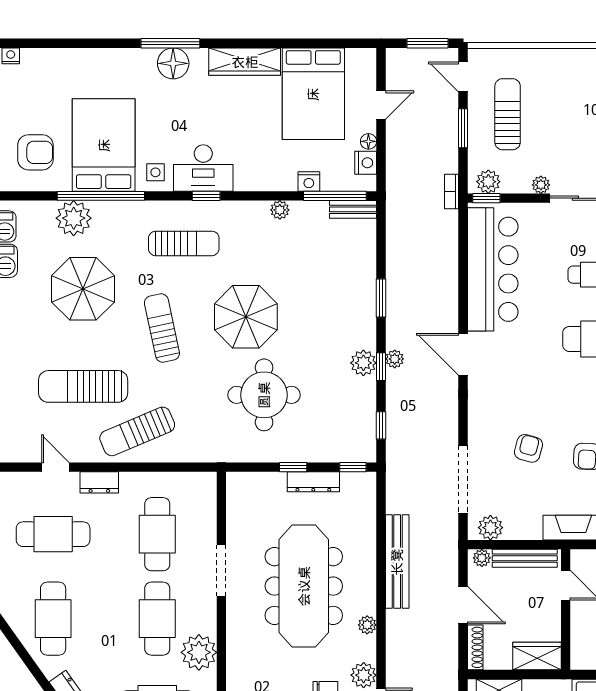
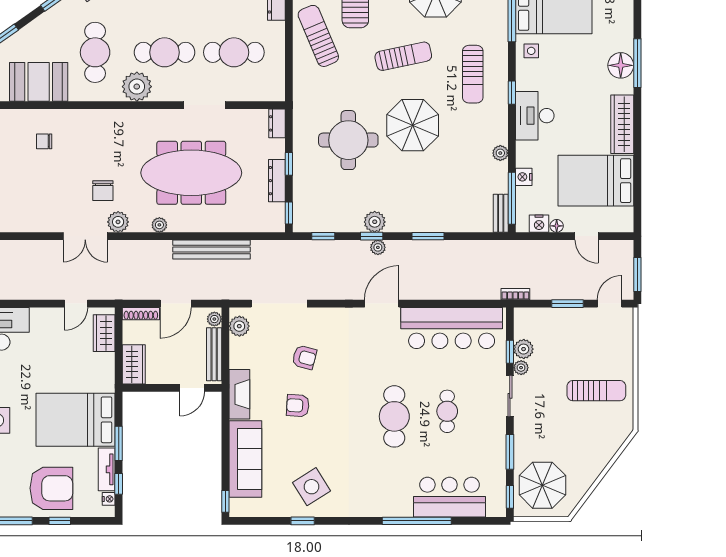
sun lounger: (508, 114) -> (596, 391), moved
desk: (203, 168) -> (535, 116), moved
plant: (488, 182) -> (524, 349), moved
window: (486, 198) -> (510, 352), moved
dresser: (244, 482) -> (277, 123), added

